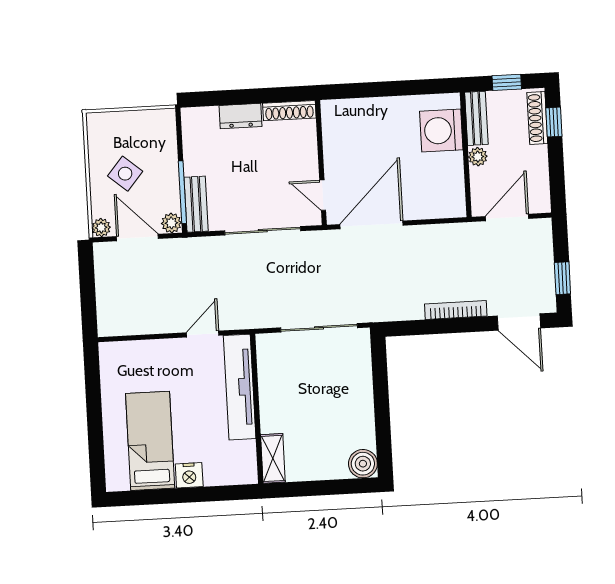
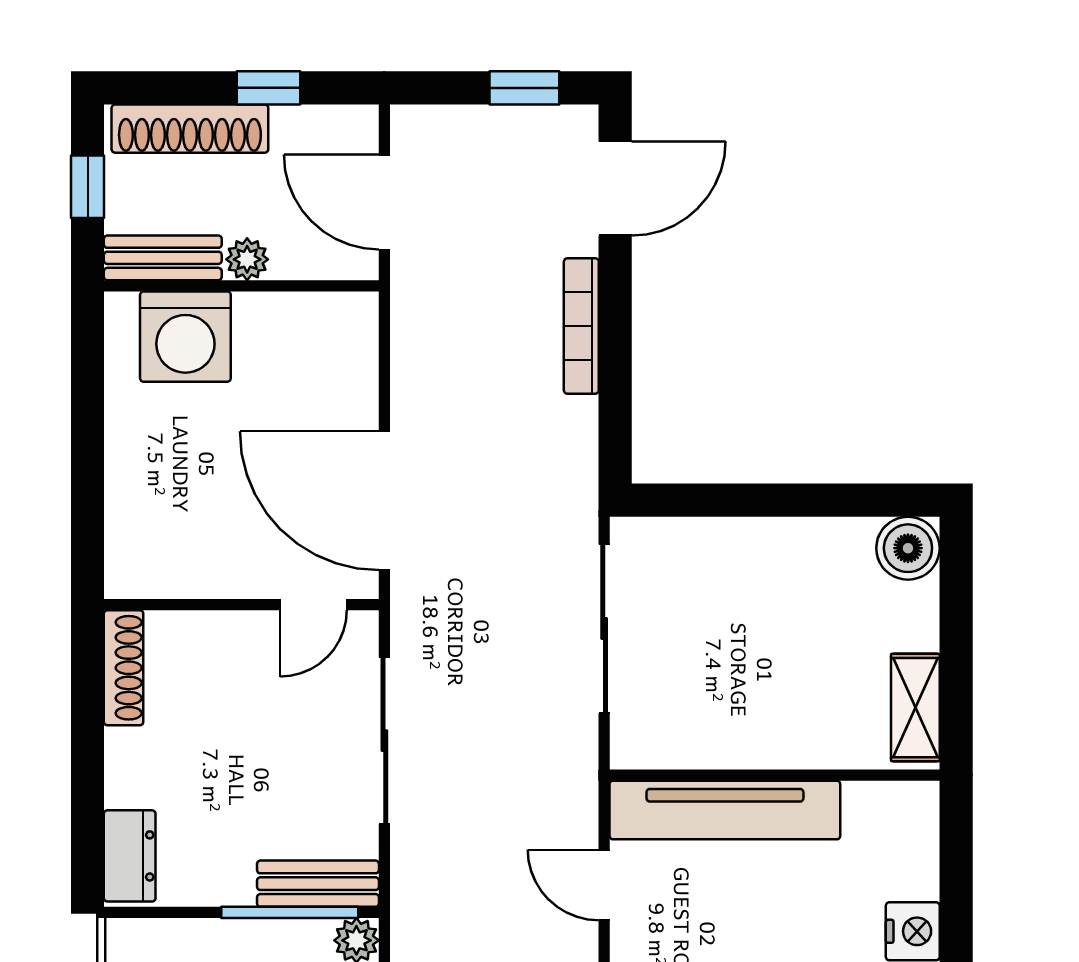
dresser: (241, 116) -> (130, 856), moved
shoe rack: (537, 118) -> (190, 129), width x1.36, depth x1.24
window: (554, 122) -> (269, 88), moved
shelving: (273, 458) -> (915, 708), moved, turned 90

